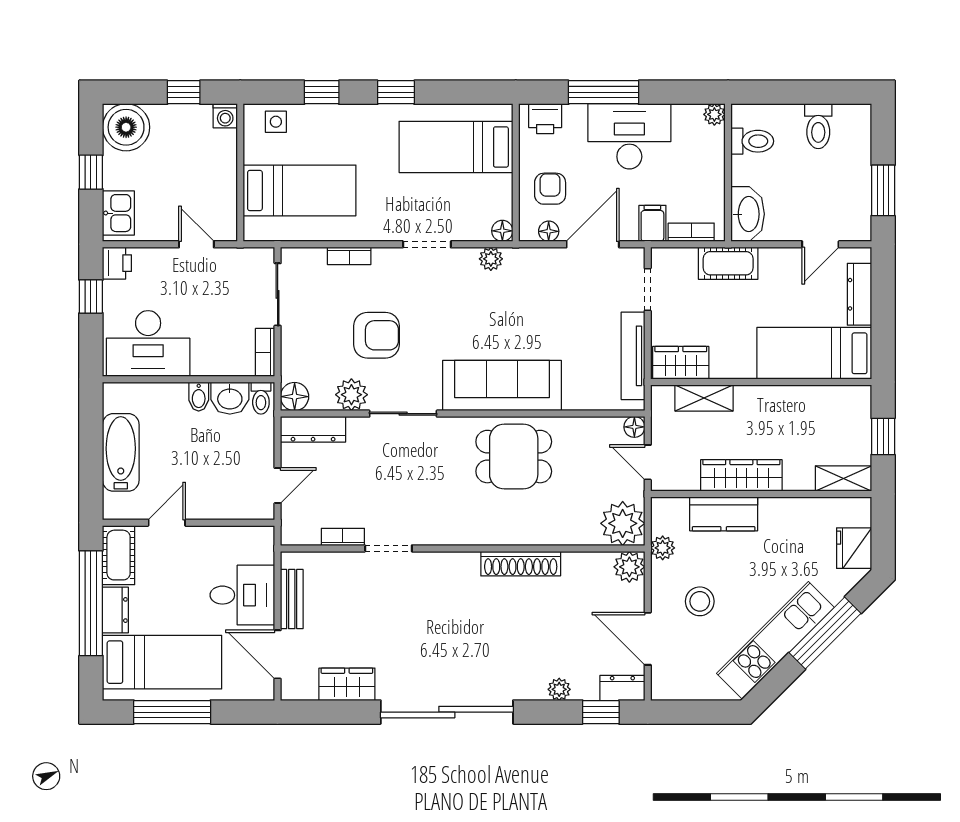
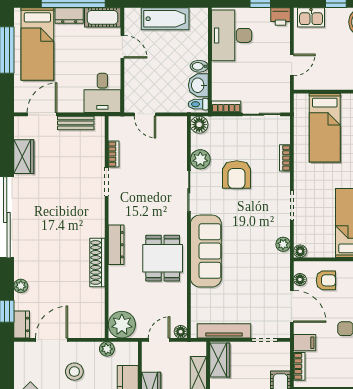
dresser: (313, 429) -> (116, 245), moved, turned 180
plant: (629, 567) -> (95, 329), removed
desk: (242, 595) -> (102, 93), moved

